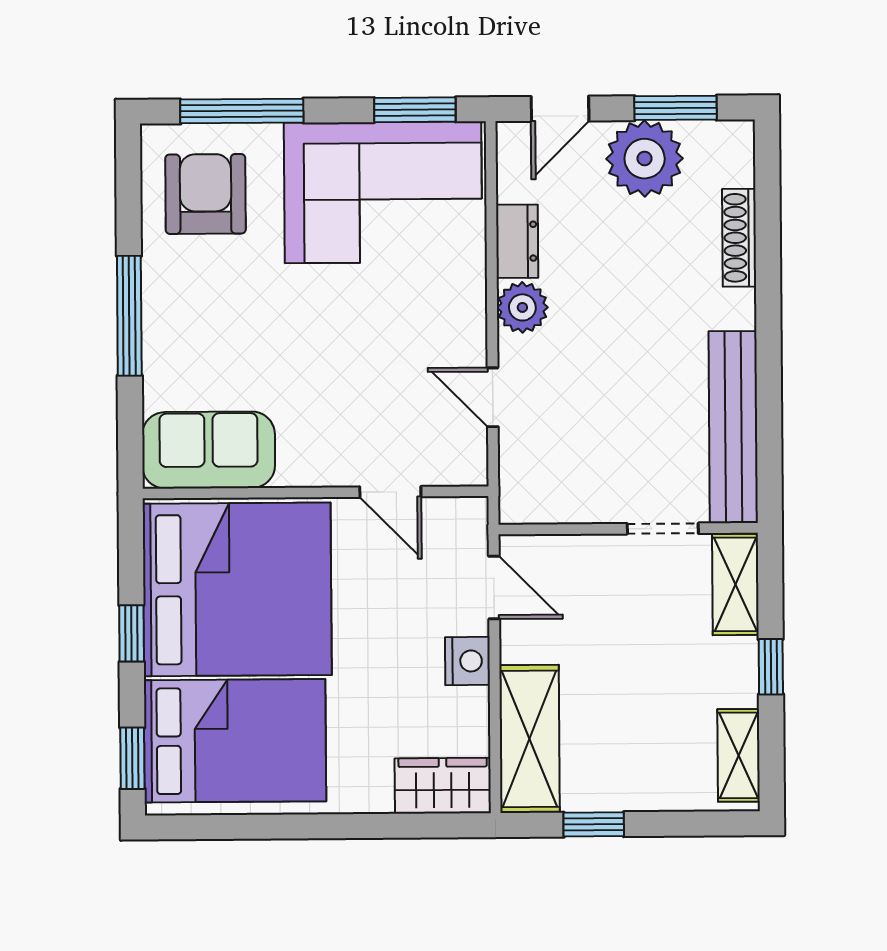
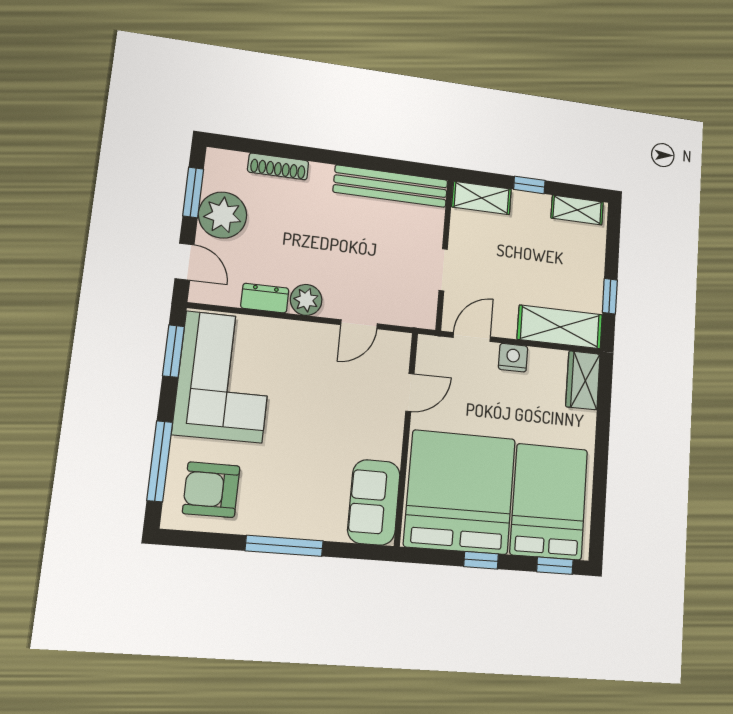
doorway: (663, 528) -> (443, 270), moved

